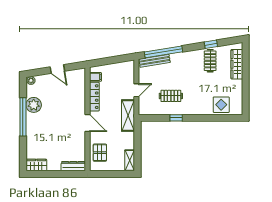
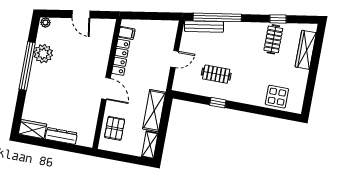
shelving: (128, 116) -> (154, 111), moved
dresser: (73, 166) -> (61, 136), moved

